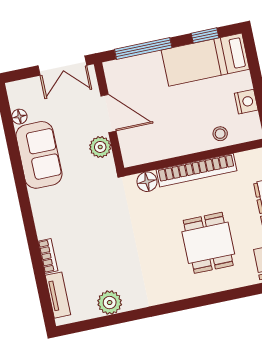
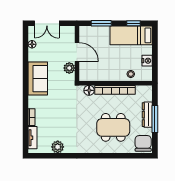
window: (143, 48) -> (101, 23), width x0.69
double door: (62, 66) -> (47, 23), moved
sofa: (39, 155) -> (38, 79), moved
dining table: (208, 243) -> (113, 127), width x1.38

